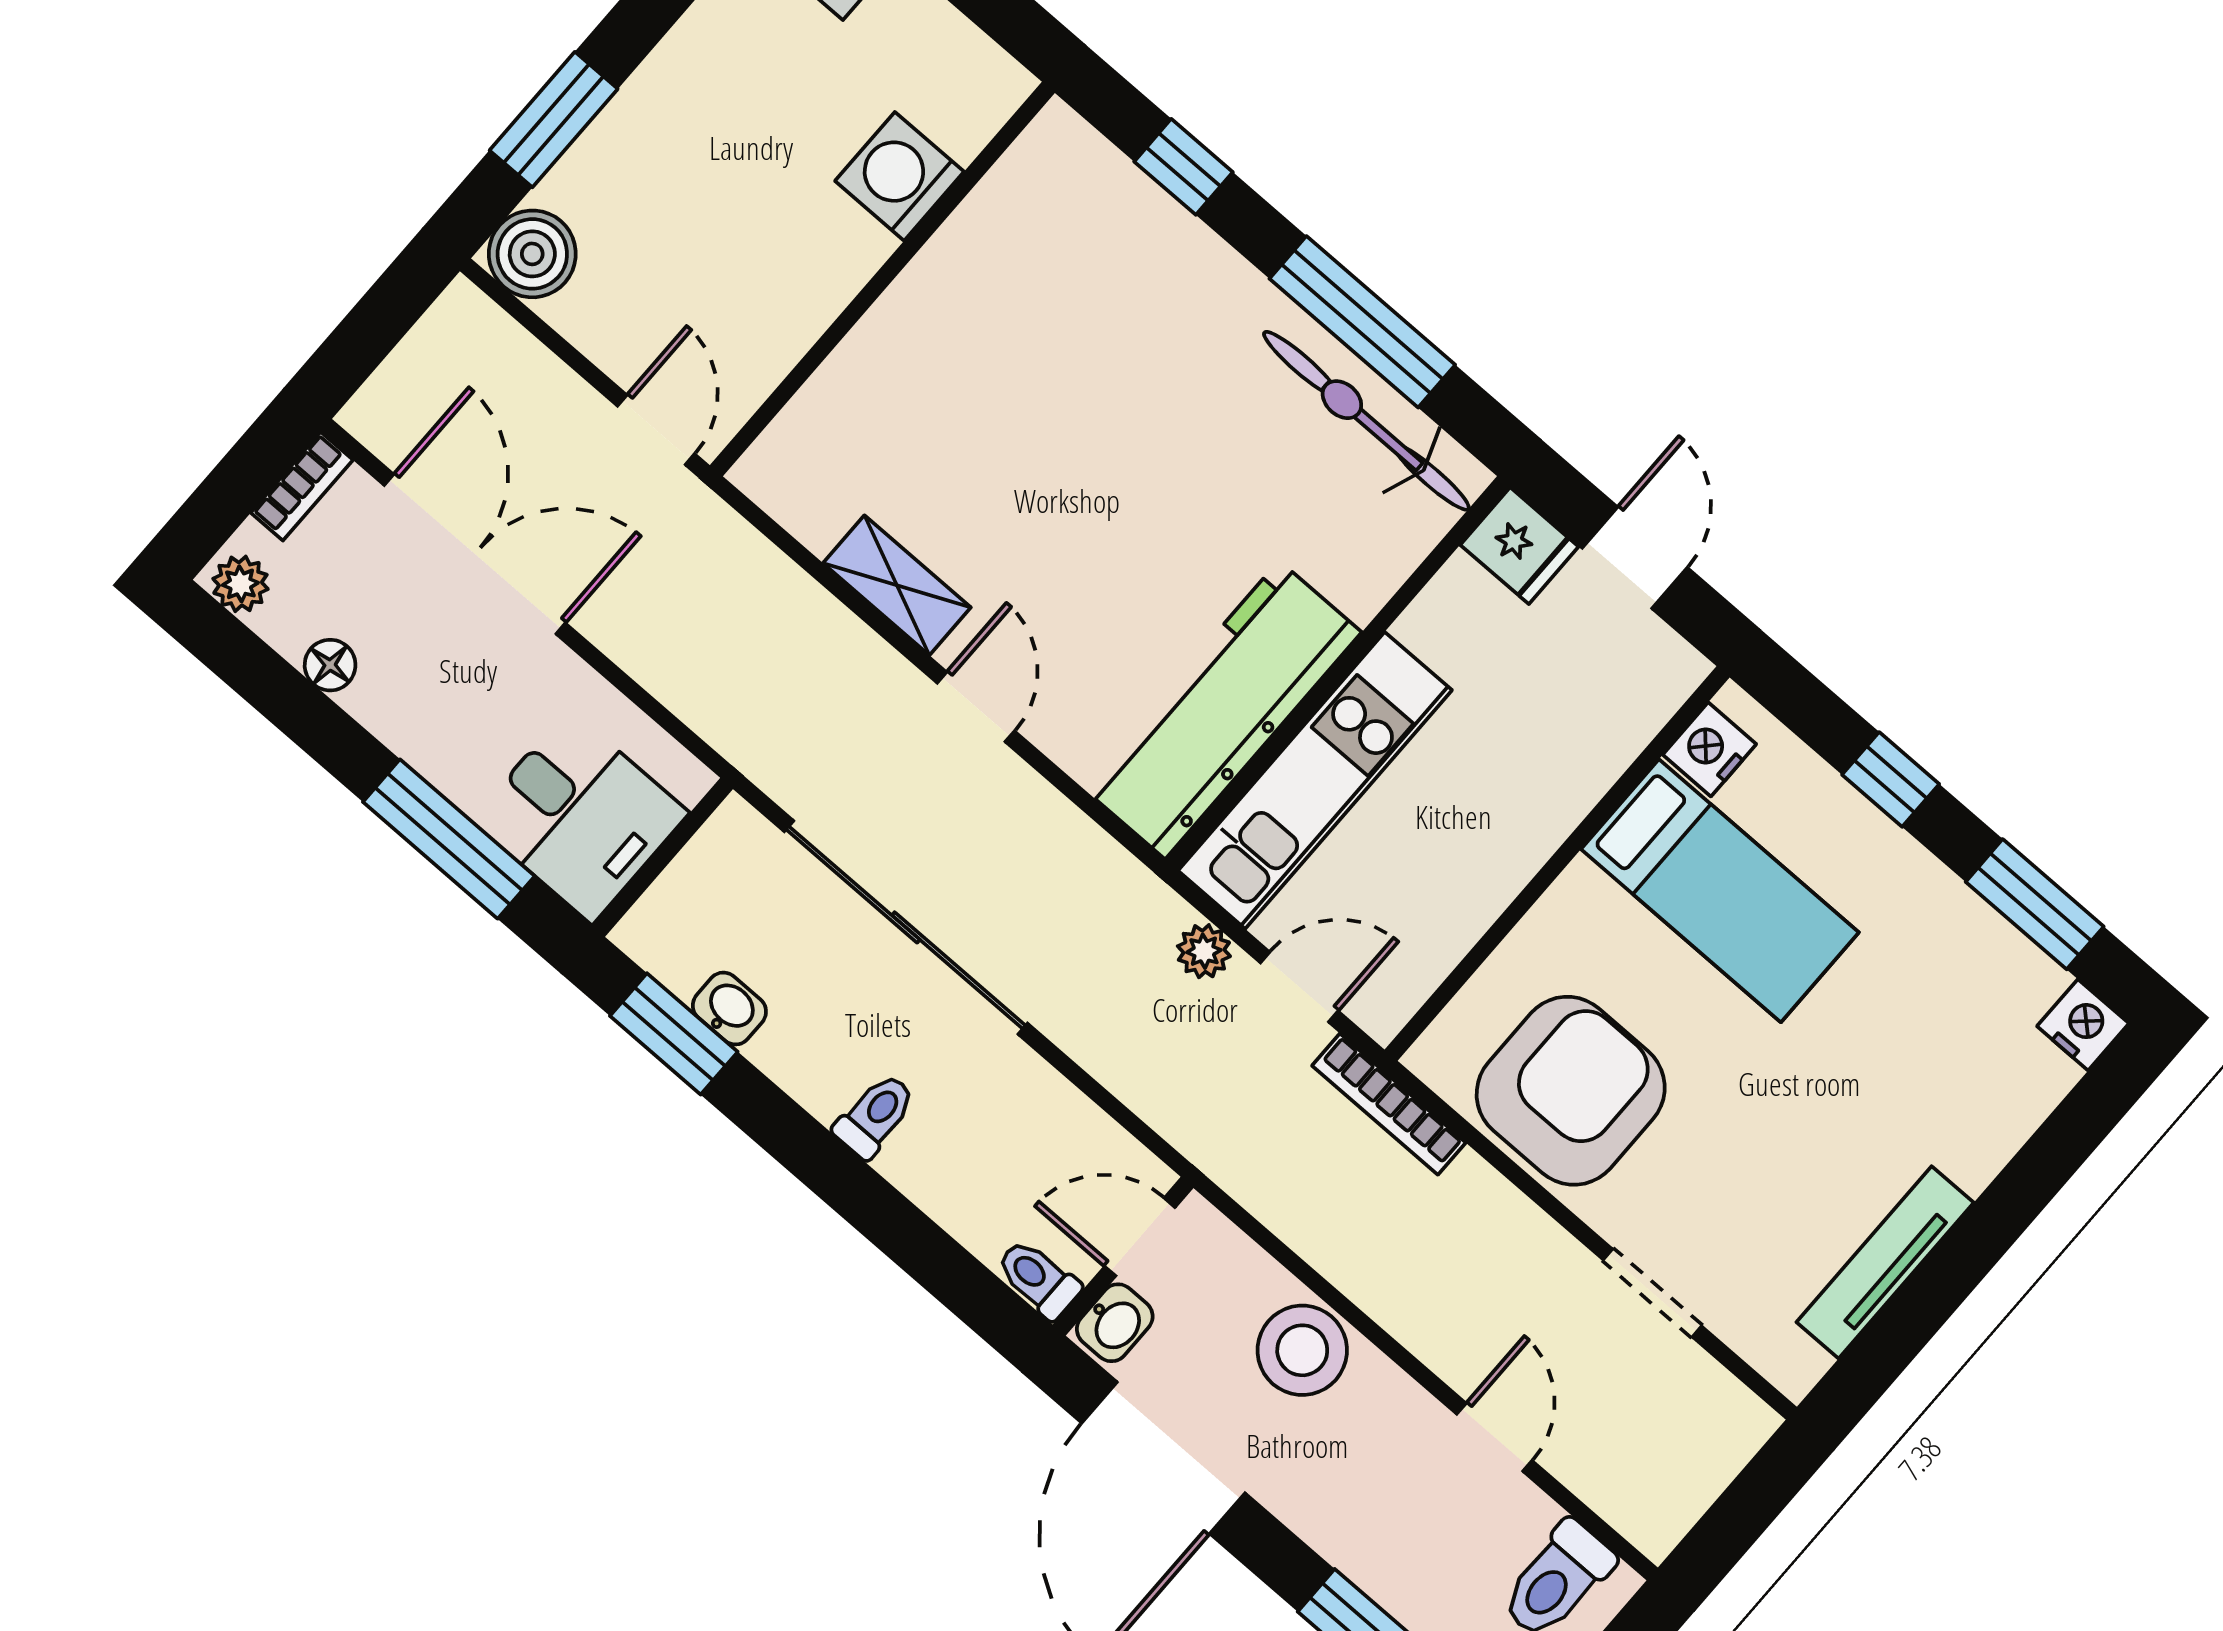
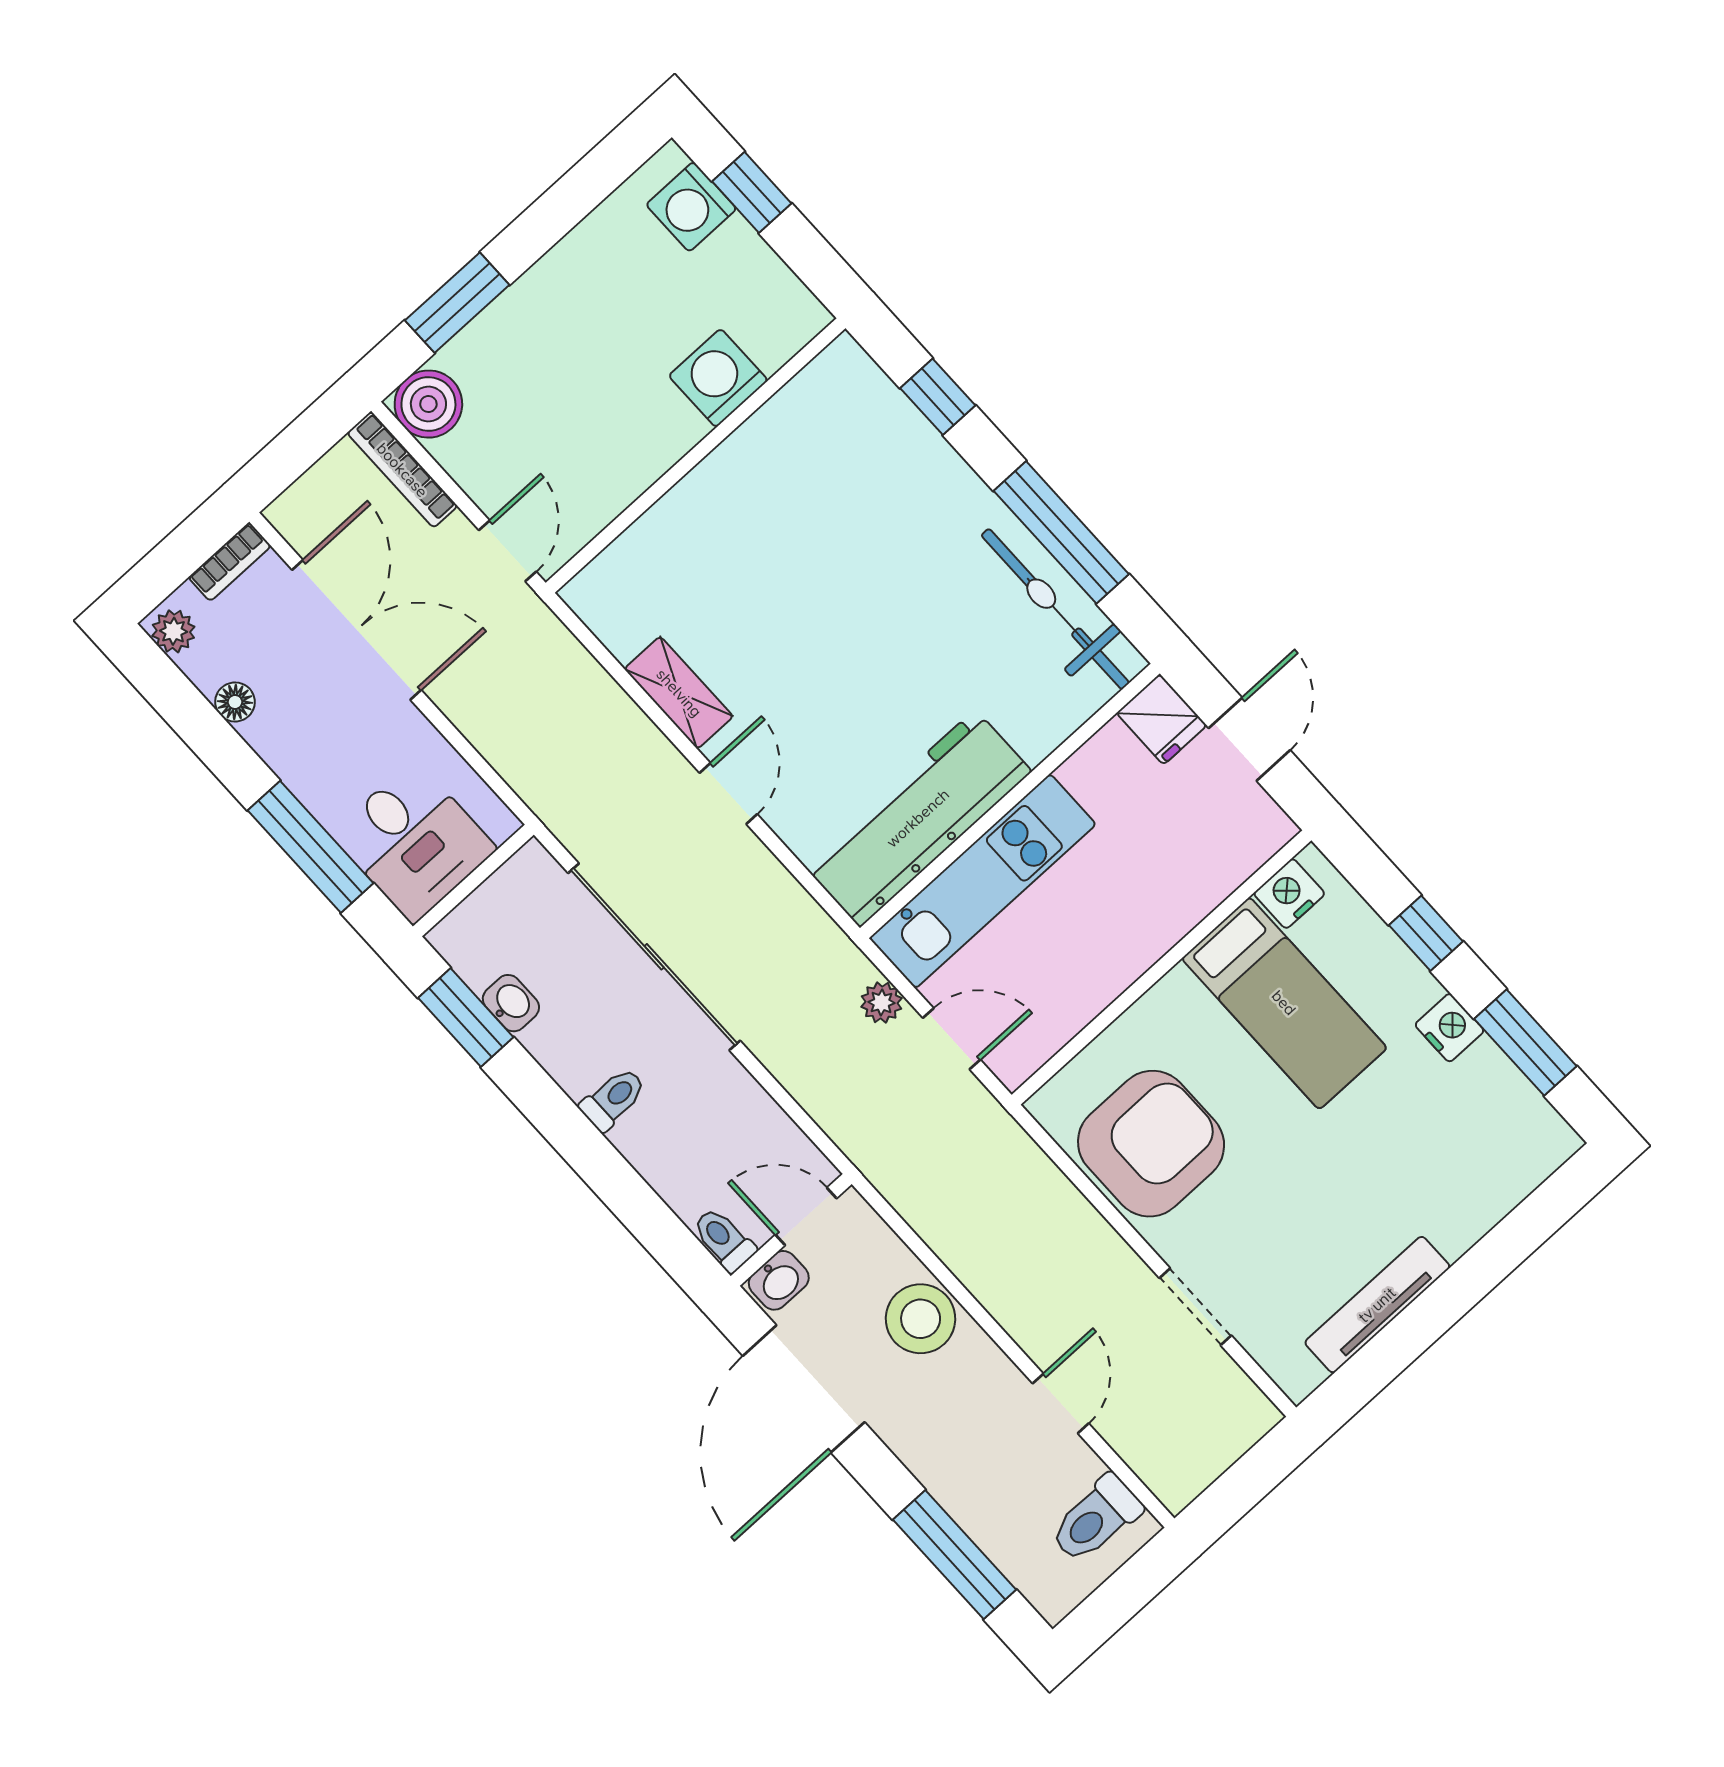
nightstand: (2083, 1025) -> (1449, 1028), moved
bookcase: (1389, 1104) -> (402, 470), moved

